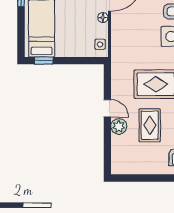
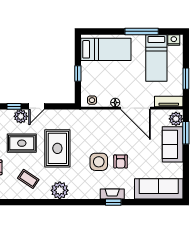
window: (44, 61) -> (78, 74), moved
window: (107, 134) -> (14, 106), added

